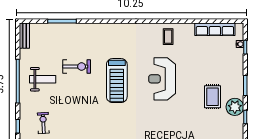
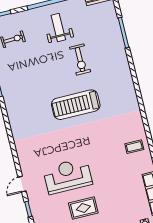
weight bench: (43, 79) -> (58, 28), turned 180
reception desk: (162, 79) -> (68, 176), moved

